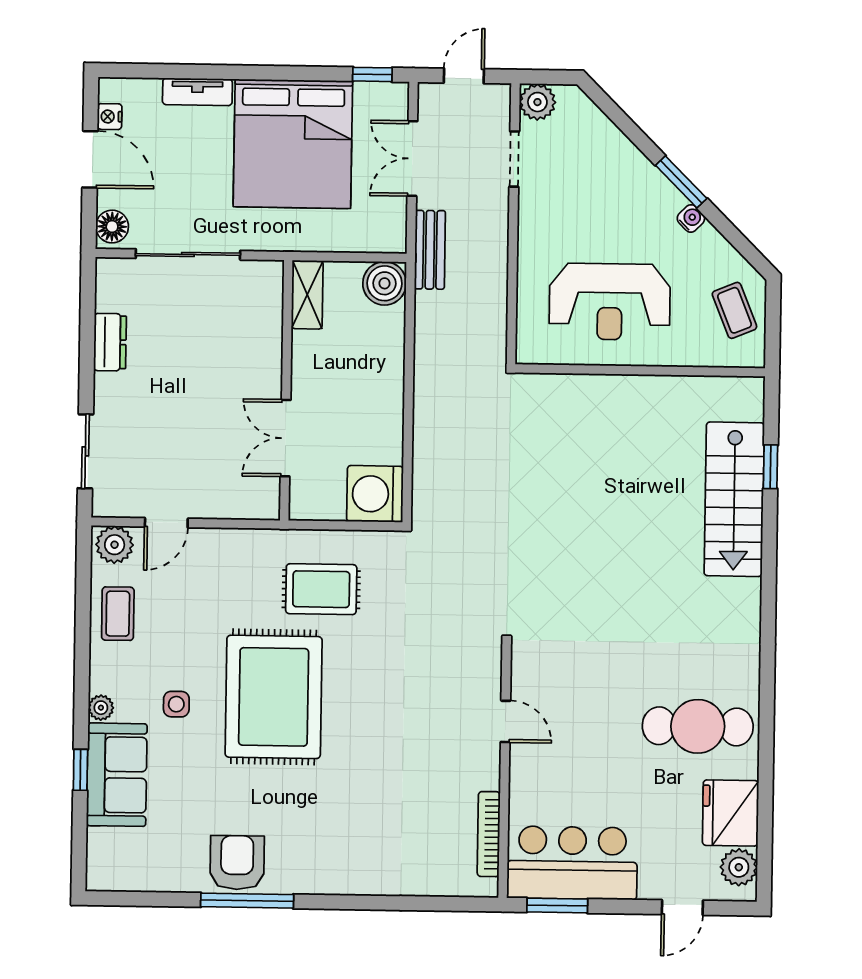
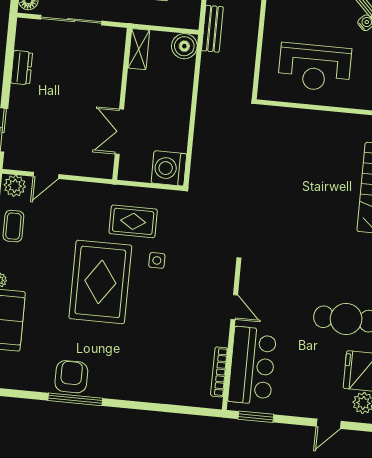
side table: (176, 704) -> (157, 260), moved
bar counter: (572, 863) -> (252, 366), moved, turned 90

